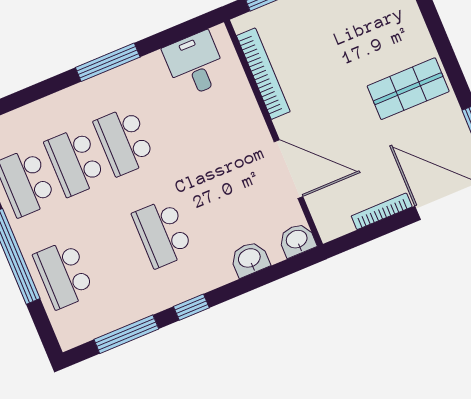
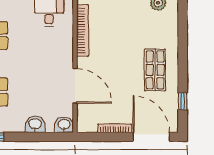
shop shelf: (408, 89) -> (155, 70), turned 90

